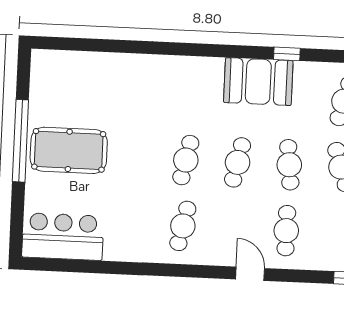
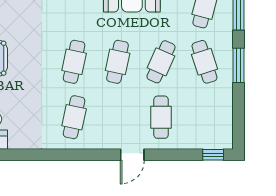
cafe table: (289, 165) -> (161, 62), turned 30
door: (250, 274) -> (132, 155), swing flipped

